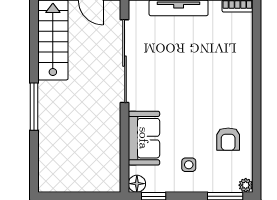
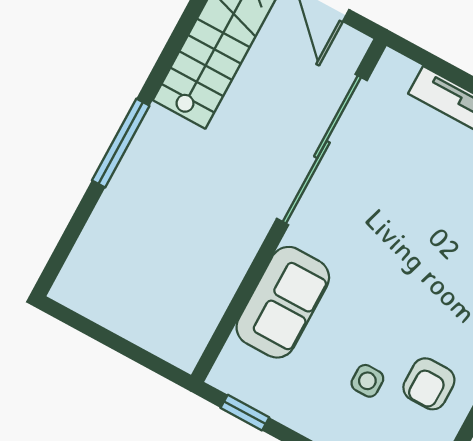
side table: (189, 165) -> (367, 381), moved
floor lamp: (137, 184) -> (227, 375), removed

